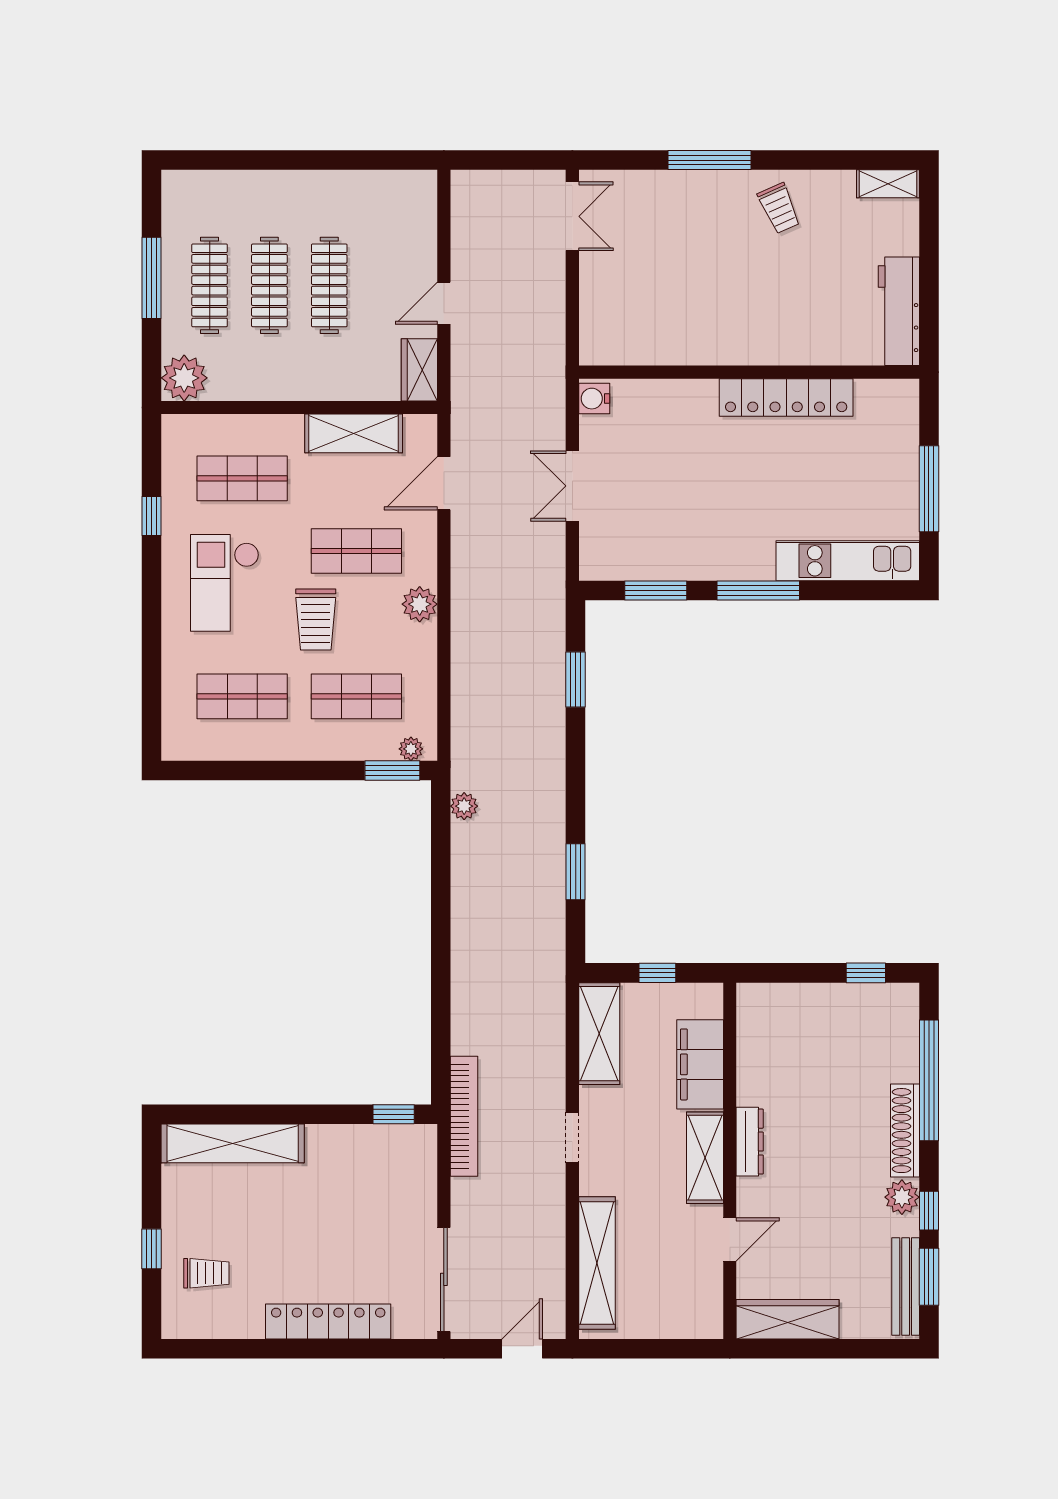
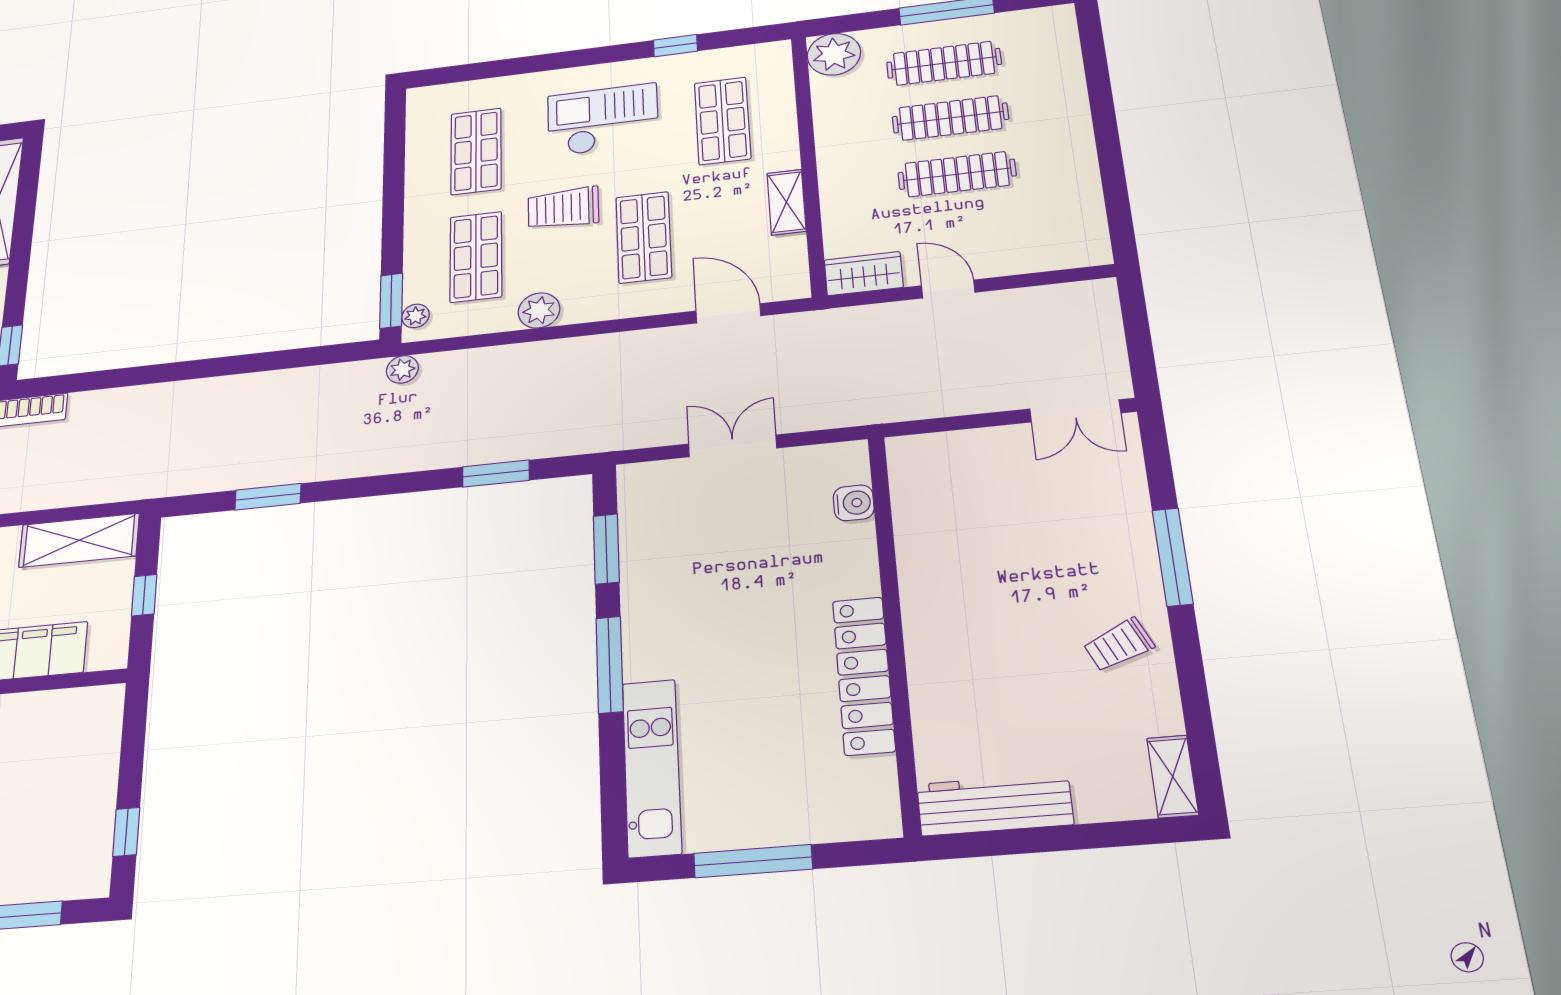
water cooler: (594, 399) -> (854, 503), moved, turned 90
shelving: (354, 433) -> (787, 202), width x0.67, depth x0.75
plant: (420, 604) -> (539, 310), moved
plant: (464, 806) -> (402, 369), moved

